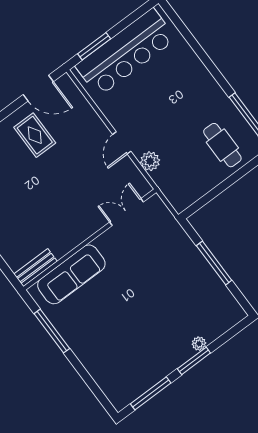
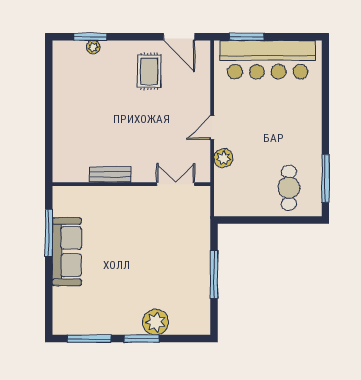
bench: (36, 268) -> (110, 174), moved
sofa: (71, 274) -> (67, 252), moved, turned -90
plant: (199, 344) -> (156, 322), width x1.88, depth x1.88

